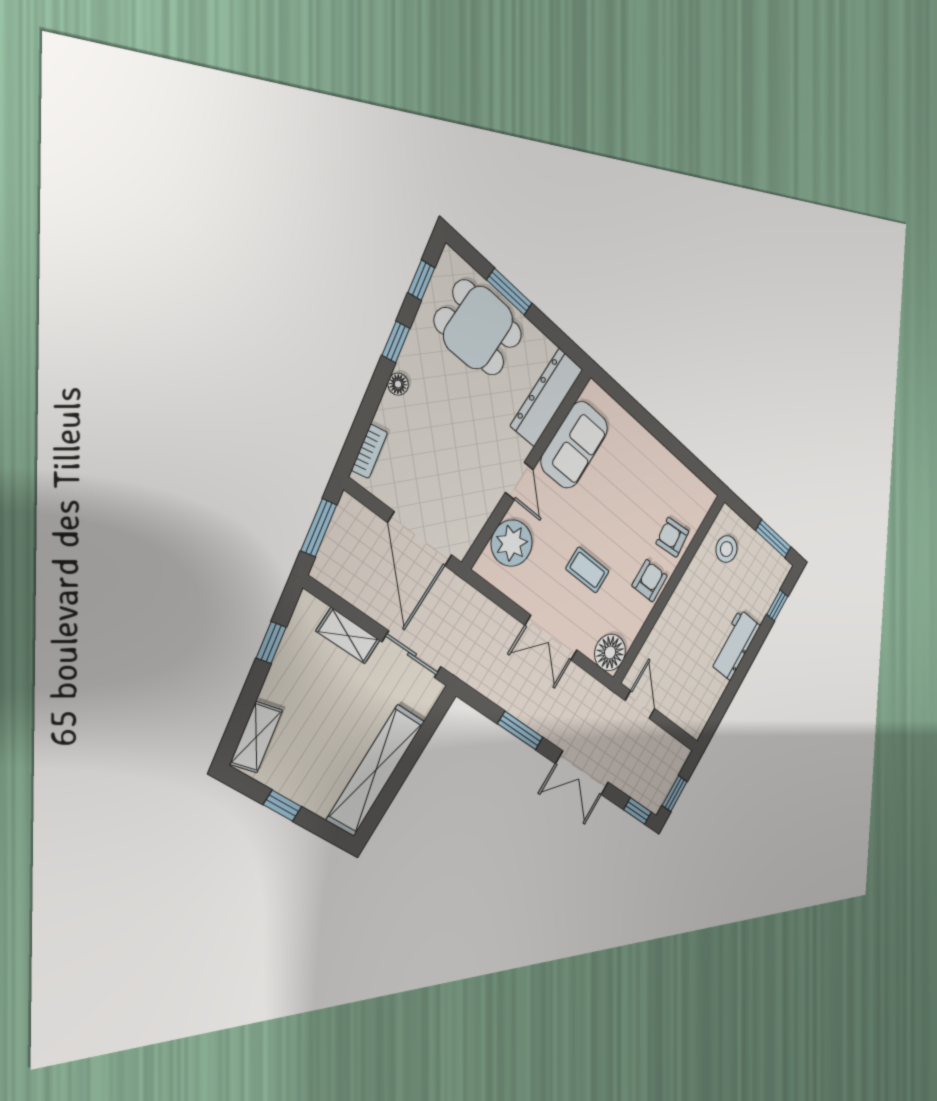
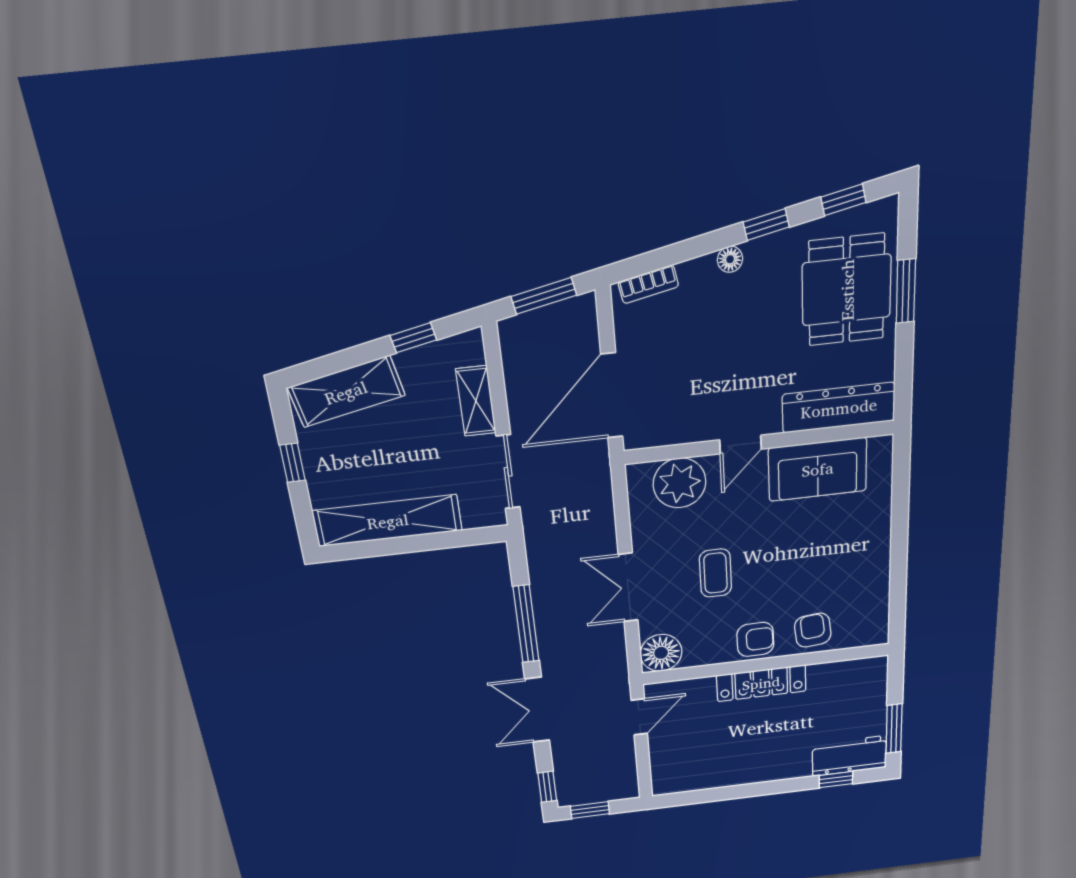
stool: (726, 549) -> (846, 691), removed
locker: (680, 601) -> (761, 683), added
workbench: (735, 645) -> (849, 756), moved
window: (520, 731) -> (526, 624), width x1.44
shelving: (256, 737) -> (346, 392), width x1.50, depth x1.33

